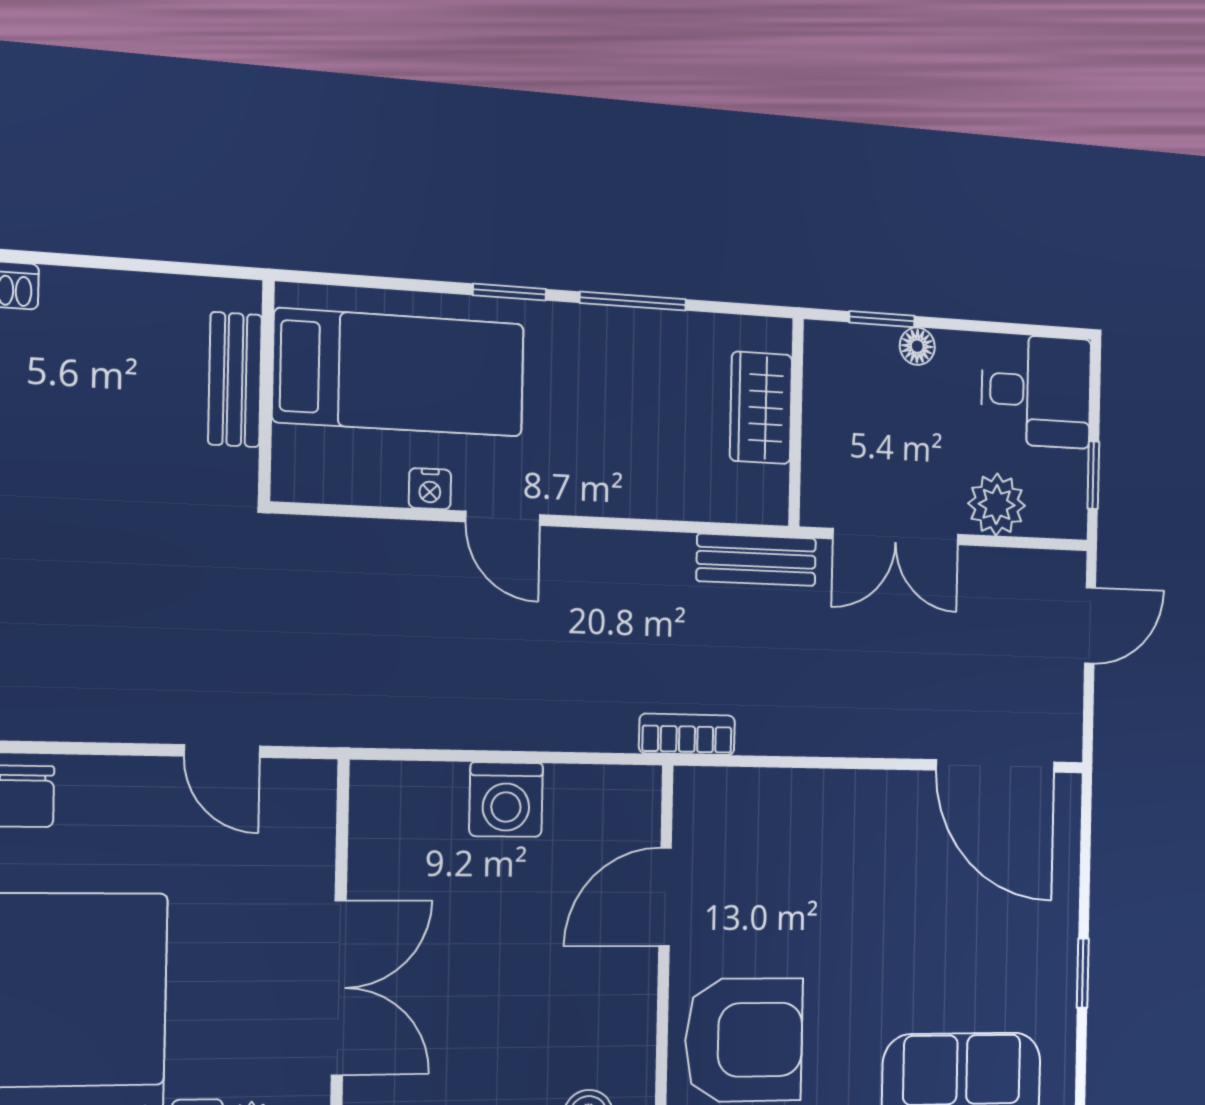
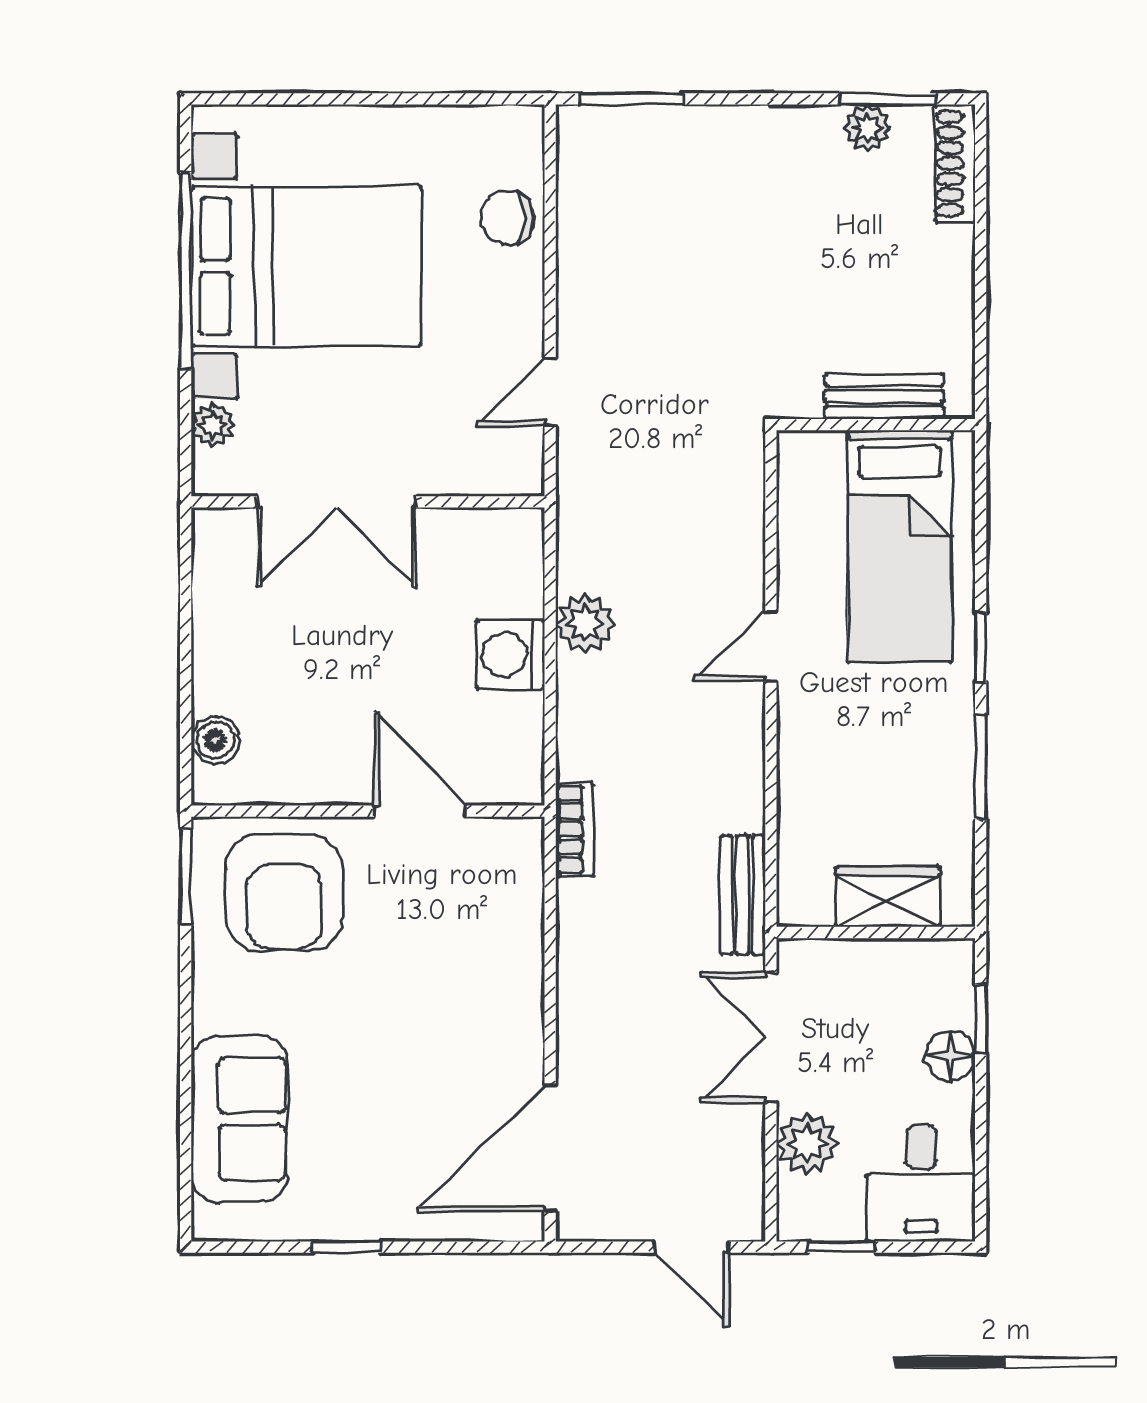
floor lamp: (917, 346) -> (950, 1056), width x1.37, depth x1.37
nightstand: (430, 489) -> (795, 577), removed
plant: (475, 718) -> (585, 623), added

